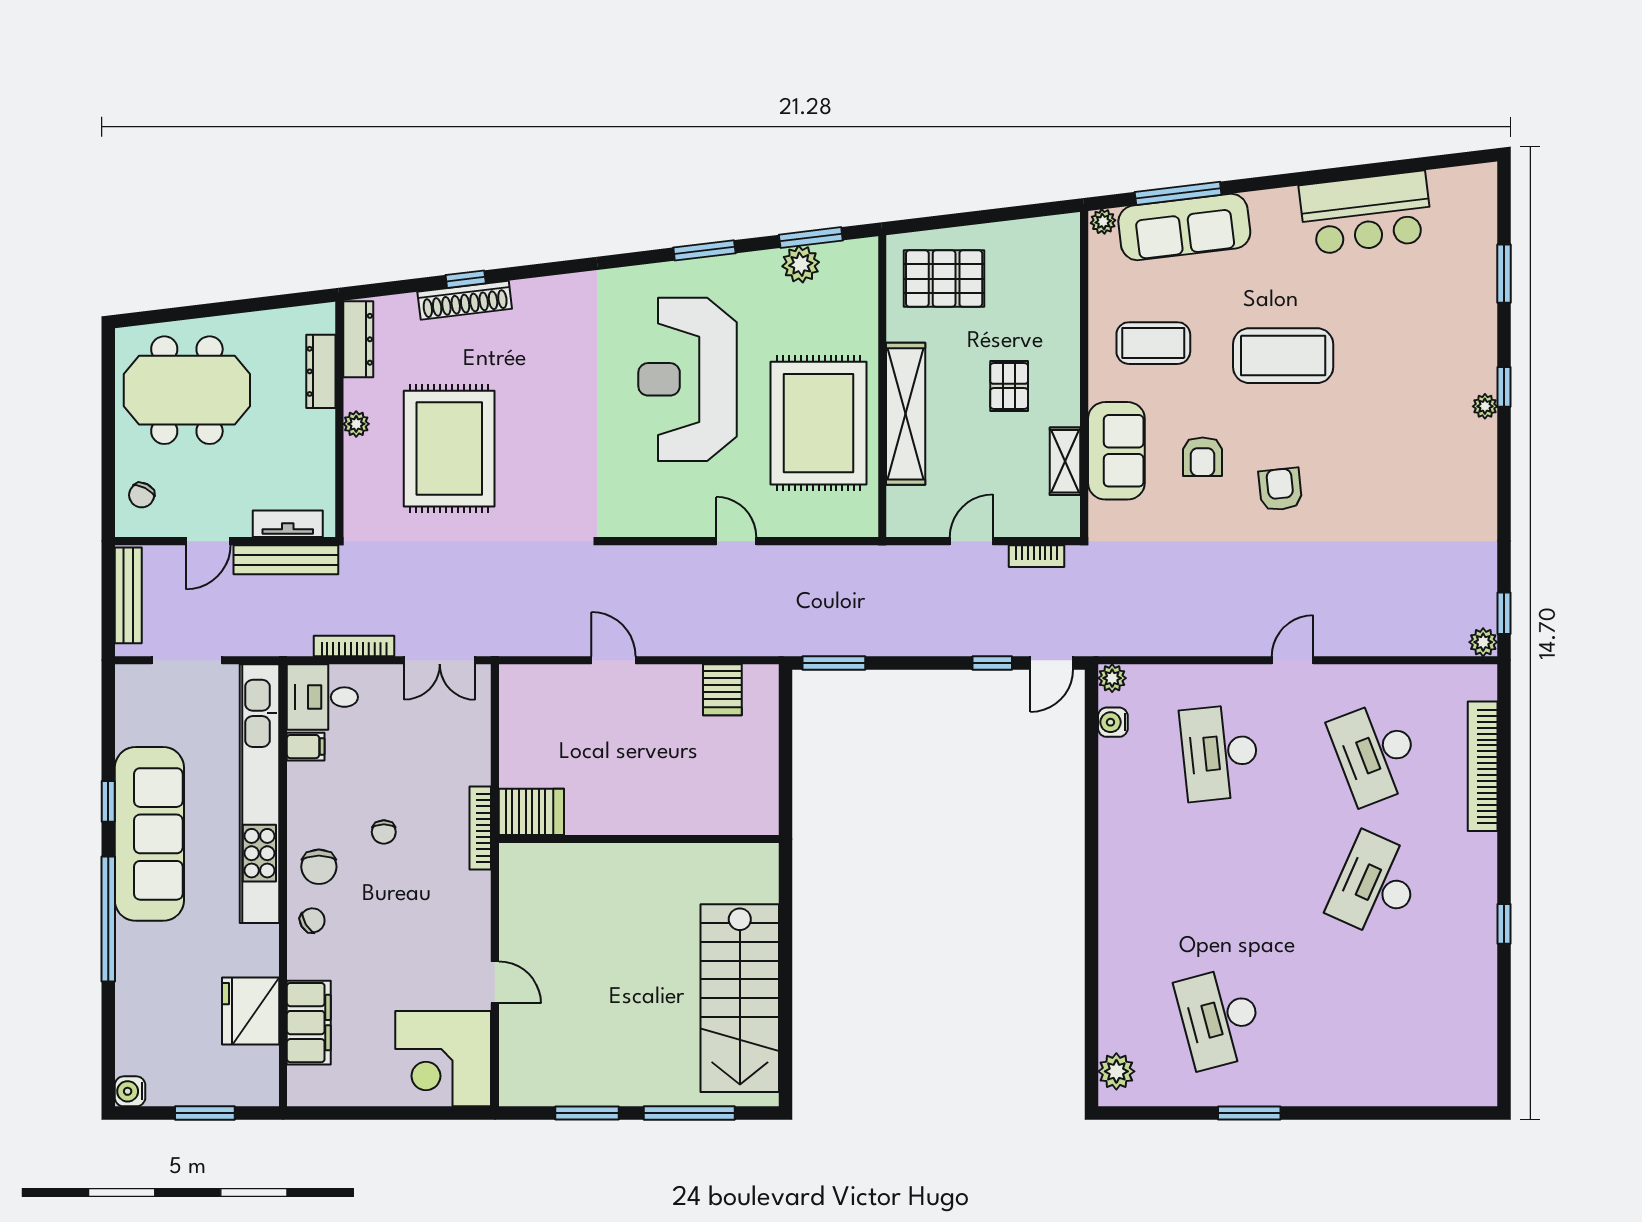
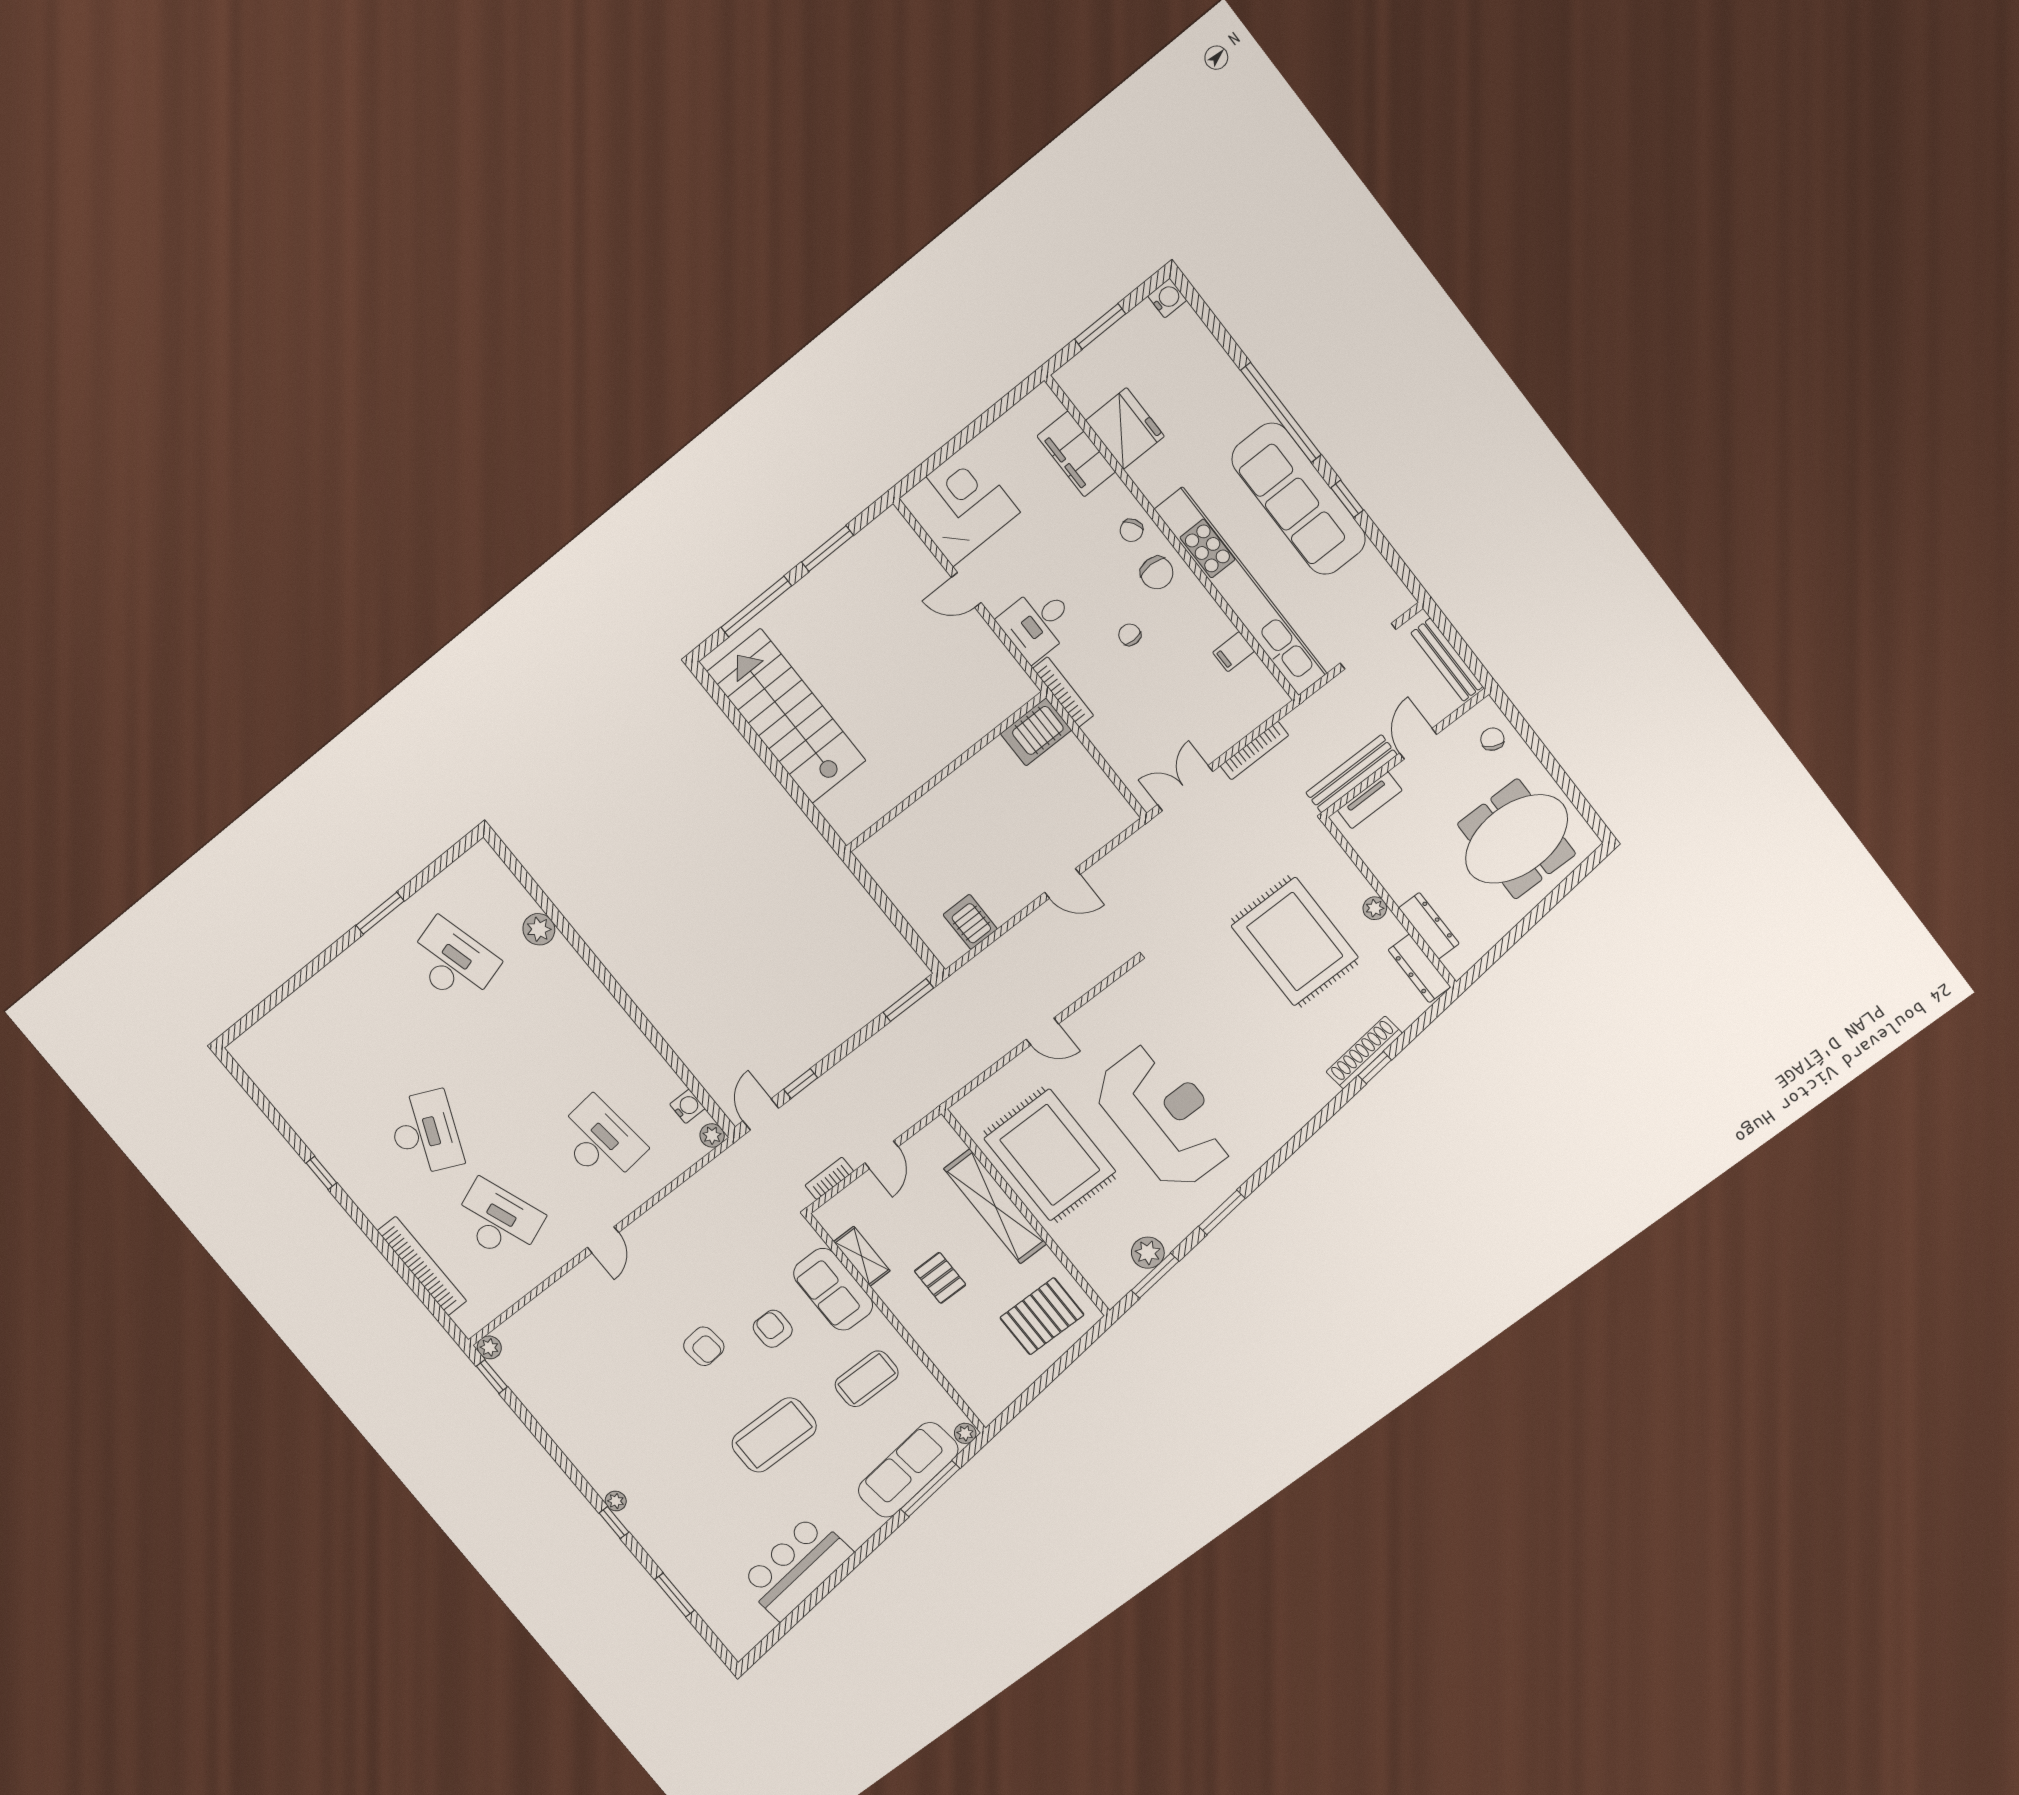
desk: (322, 697) -> (1038, 623), moved, turned 180
chair: (319, 867) -> (1157, 573), turned 180
plant: (1116, 1071) -> (539, 929), moved

